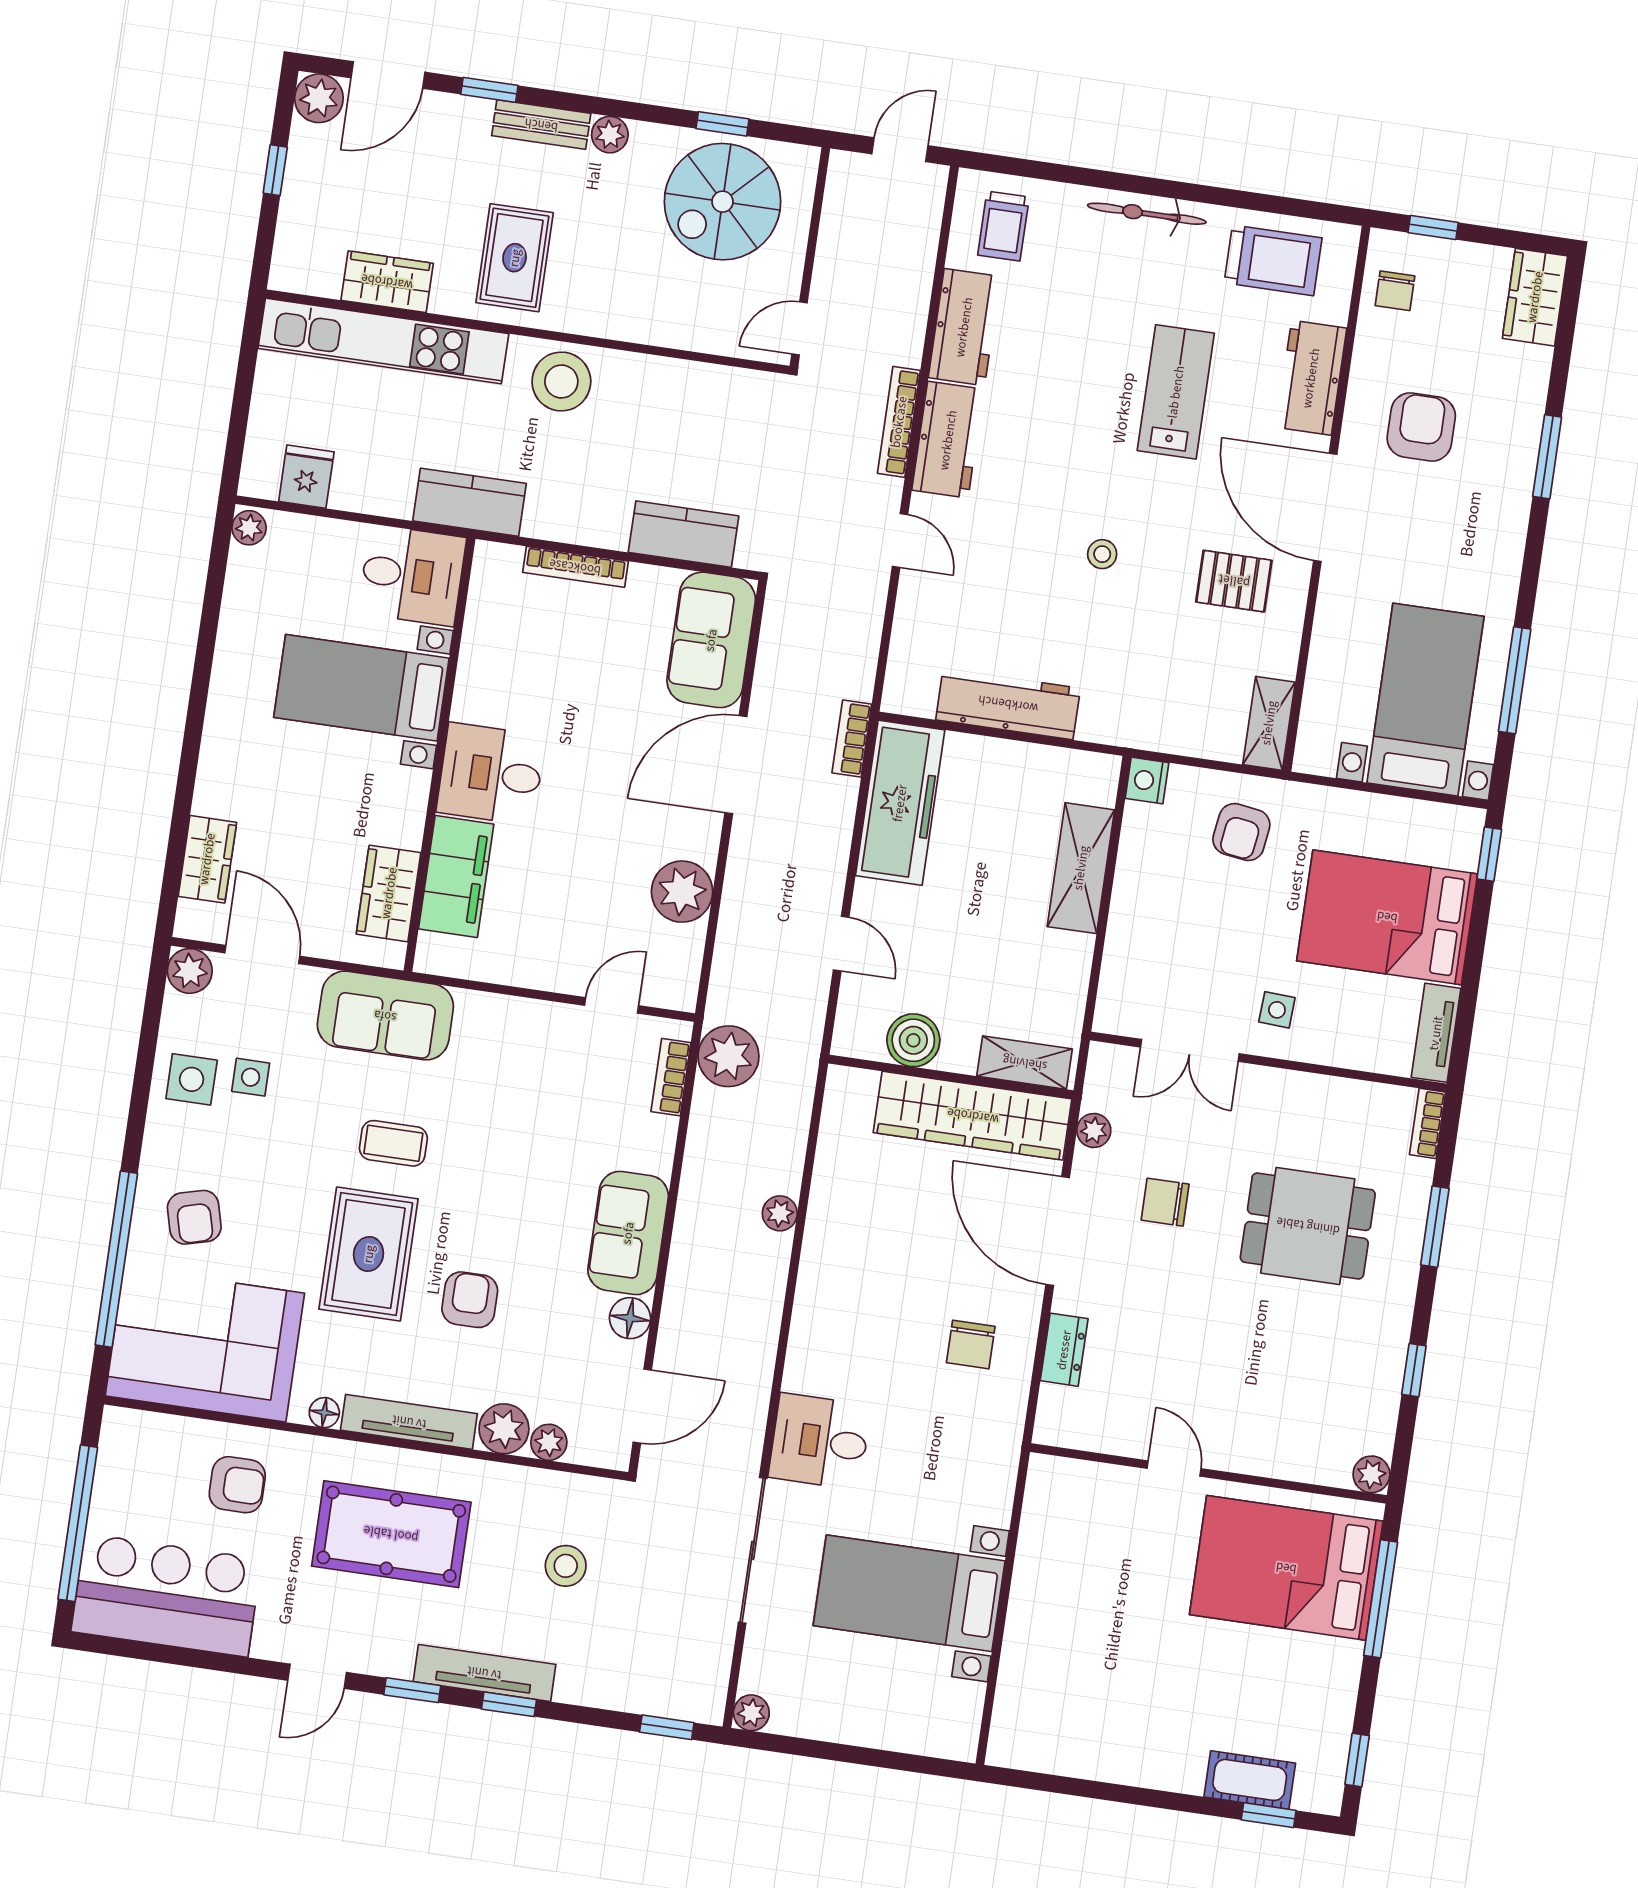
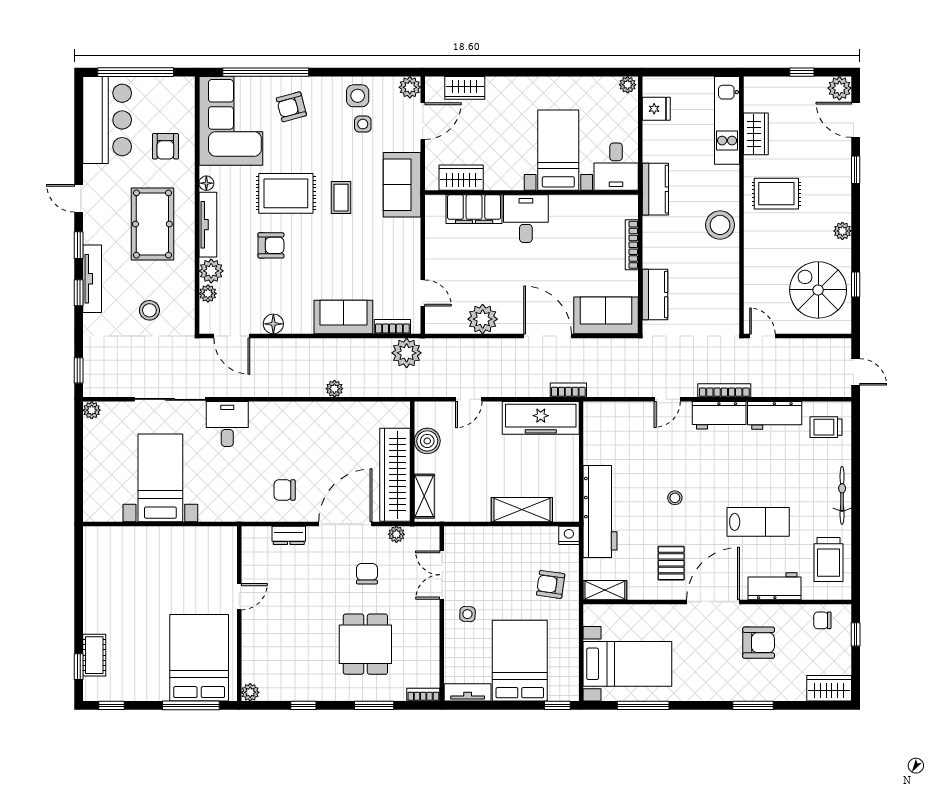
bench: (541, 125) -> (842, 197), removed
kitchen unit: (383, 341) -> (727, 120), width x0.73
workbench: (1008, 704) -> (600, 511), moved, width x1.36, depth x1.32
sofa: (628, 1233) -> (343, 317), moved

